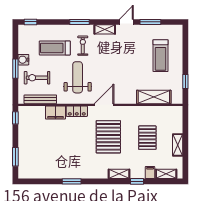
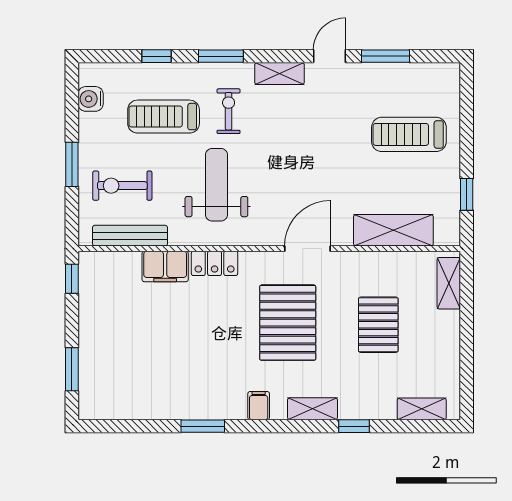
window: (30, 22) -> (157, 56), moved
treadmill: (161, 56) -> (409, 134), turned 90
water cooler: (23, 60) -> (91, 99), moved
door: (104, 105) -> (307, 249), moved
shelving: (178, 145) -> (449, 283), moved
filing cabinet: (150, 173) -> (259, 406), moved

